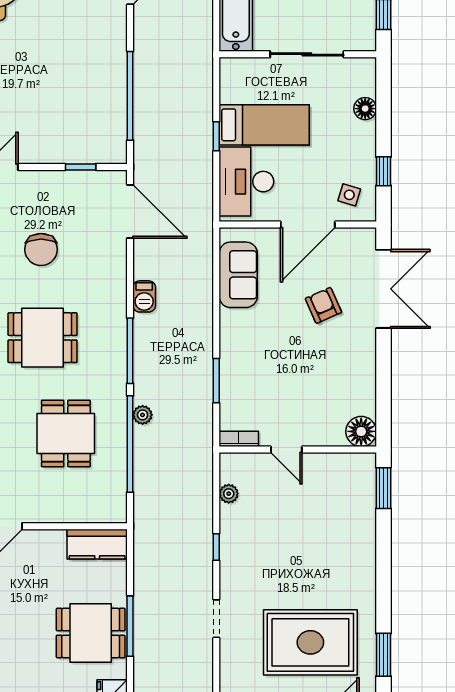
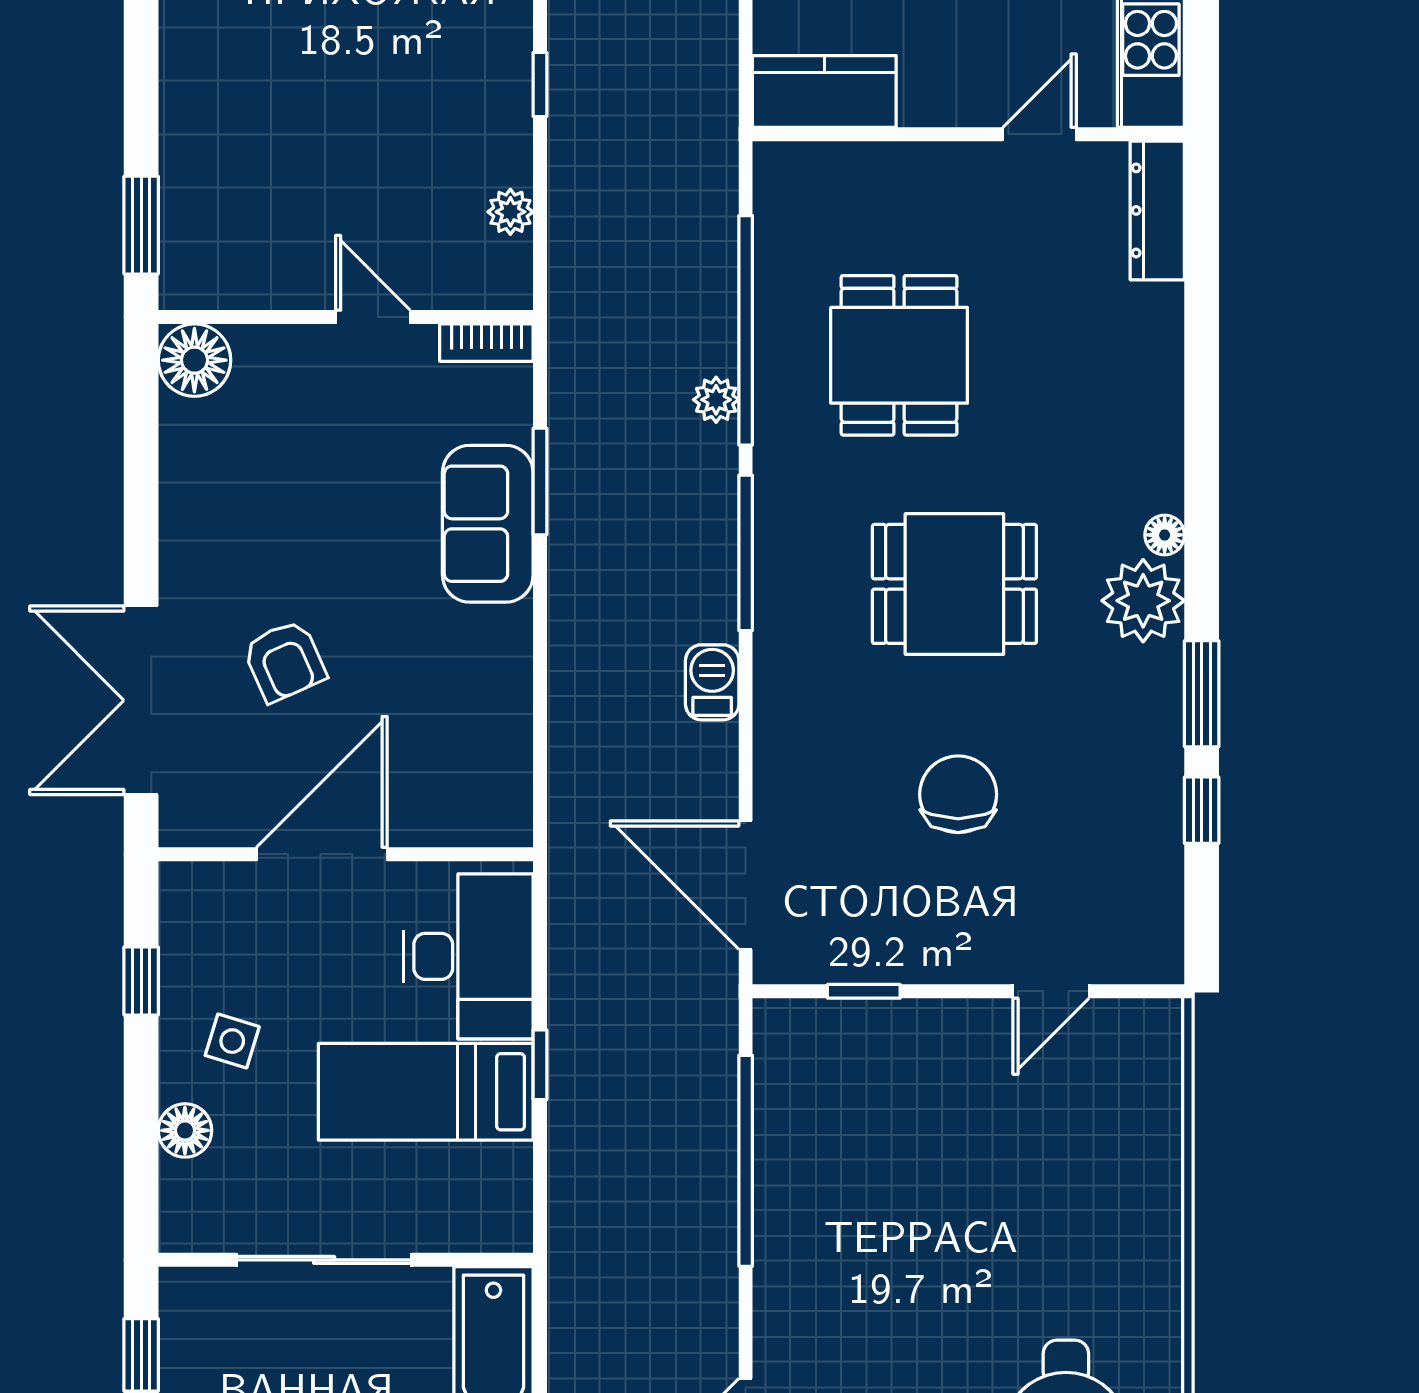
side table: (349, 195) -> (232, 1041), moved
sofa: (238, 275) -> (488, 524), moved

